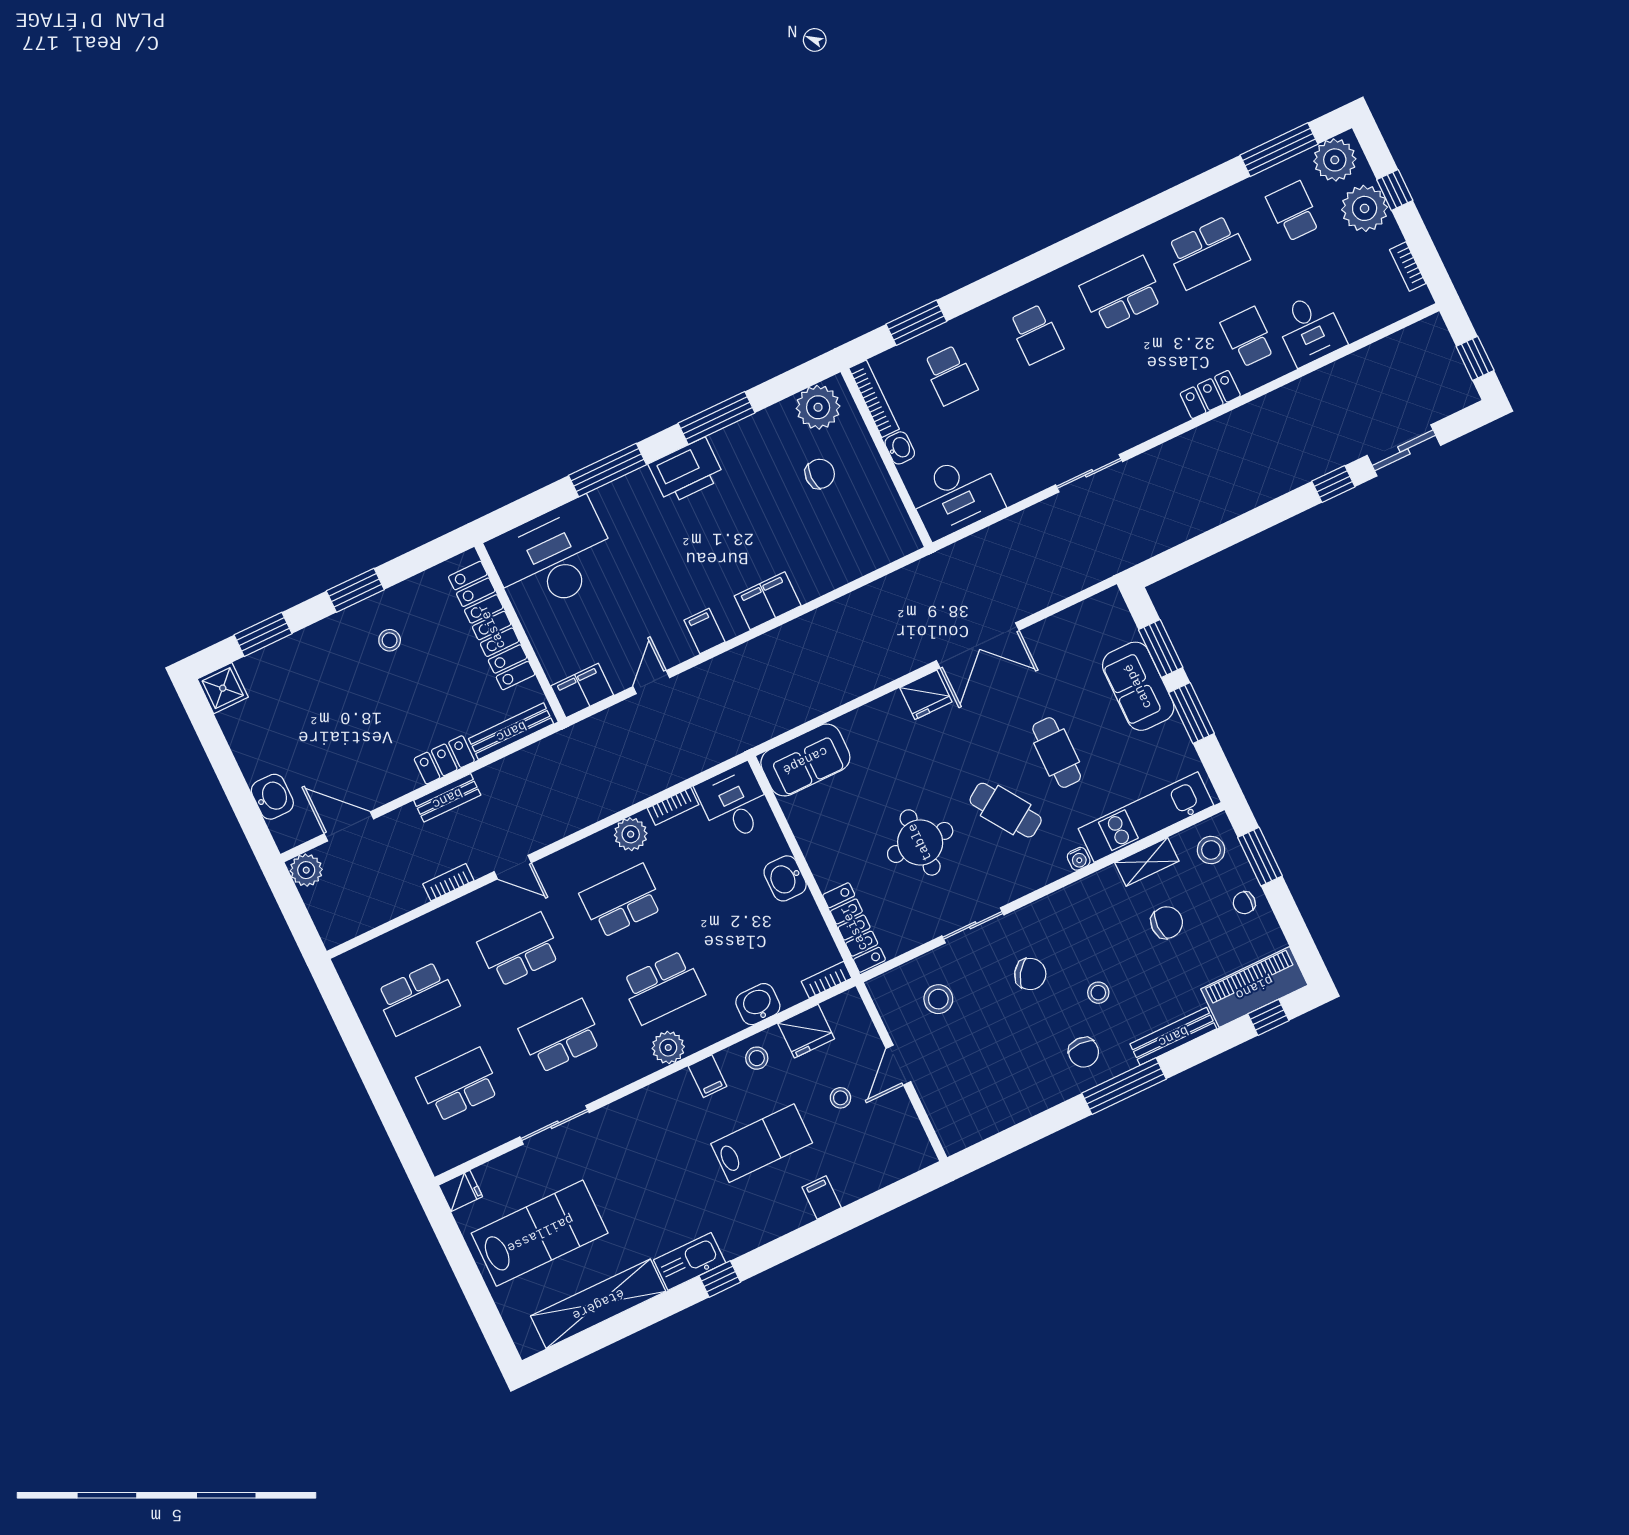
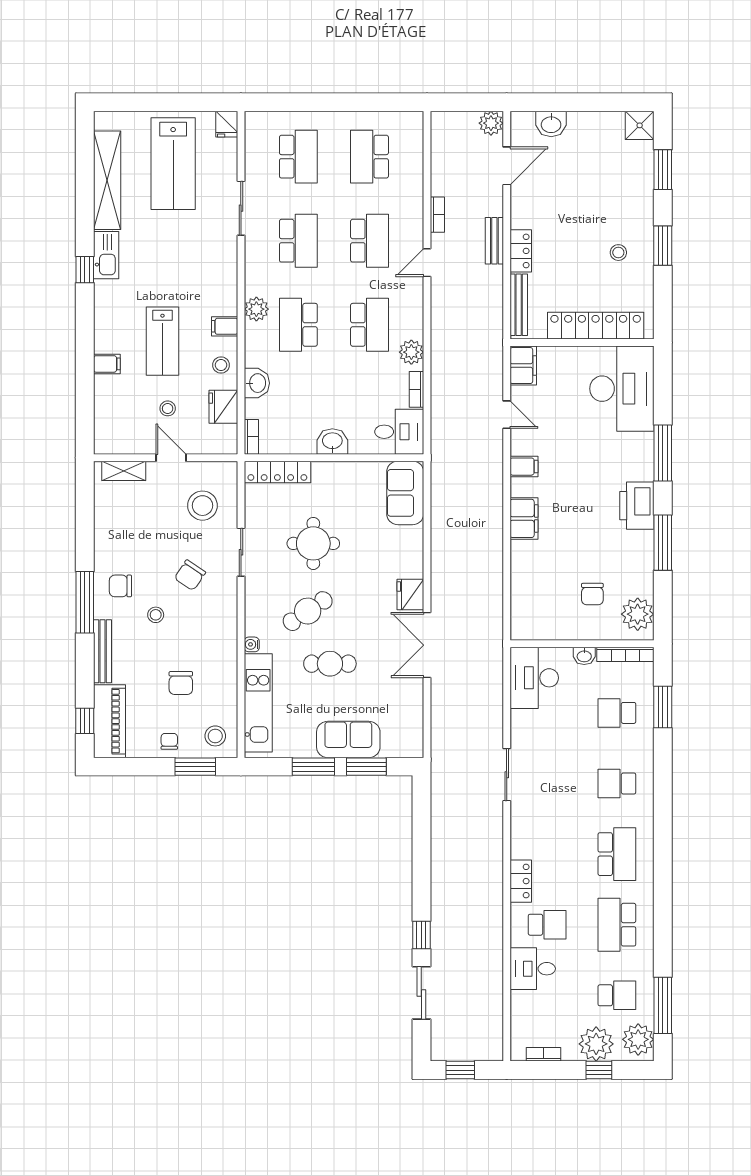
shelving: (1147, 862) -> (124, 471), moved, turned 90
stool: (938, 999) -> (202, 506), width x1.38, depth x1.38

